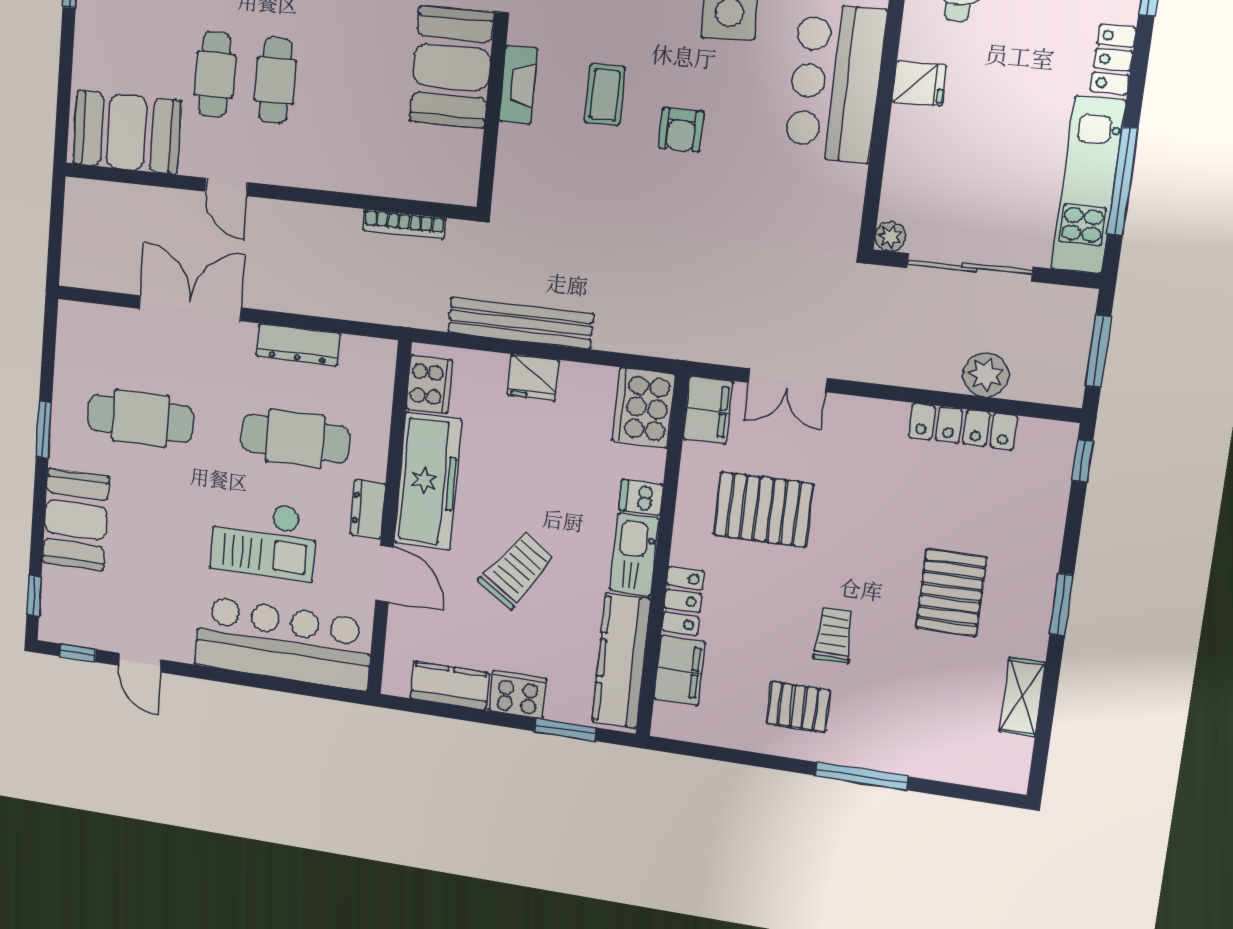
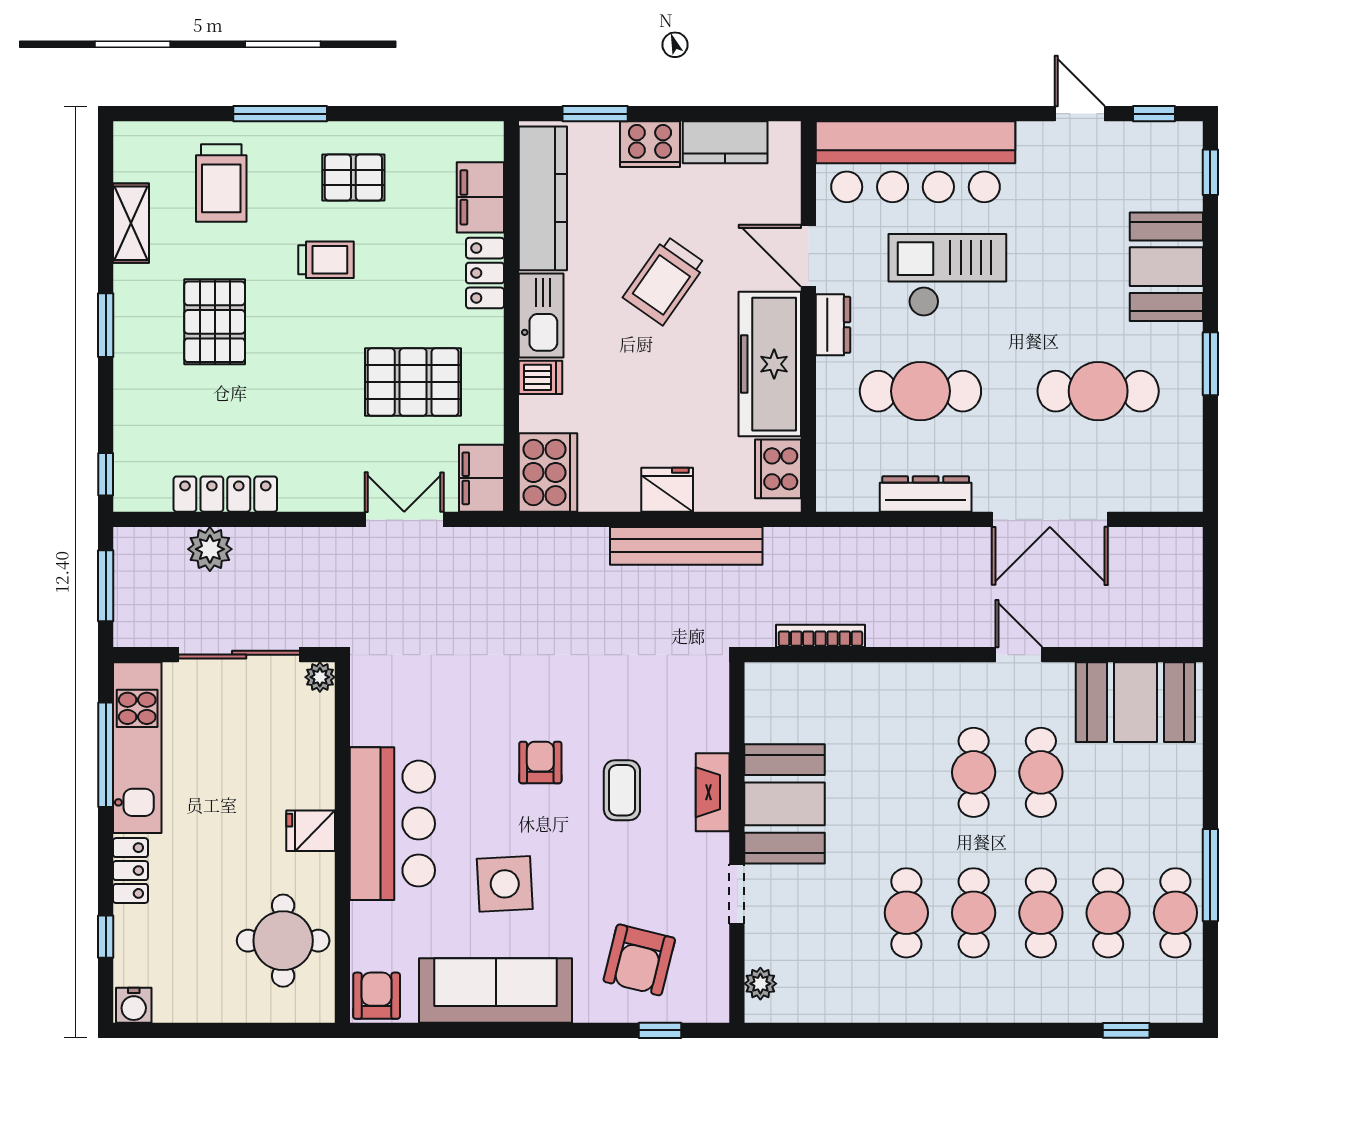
trolley: (834, 635) -> (326, 260), turned -90
trolley: (927, 721) -> (221, 183), added

